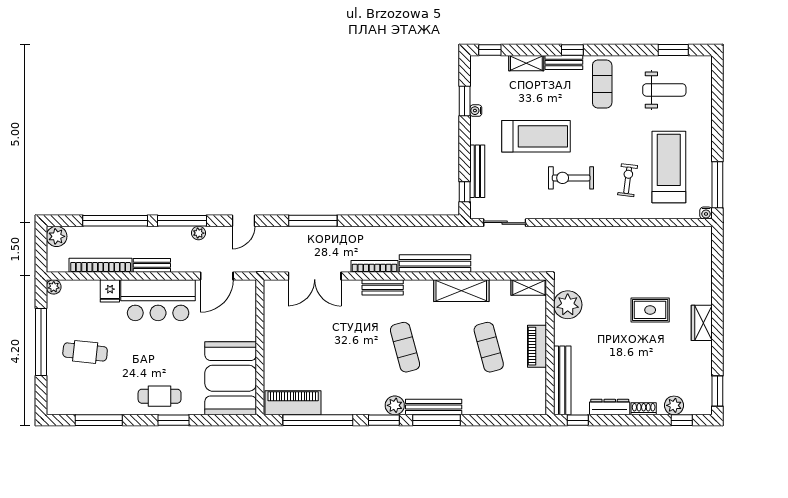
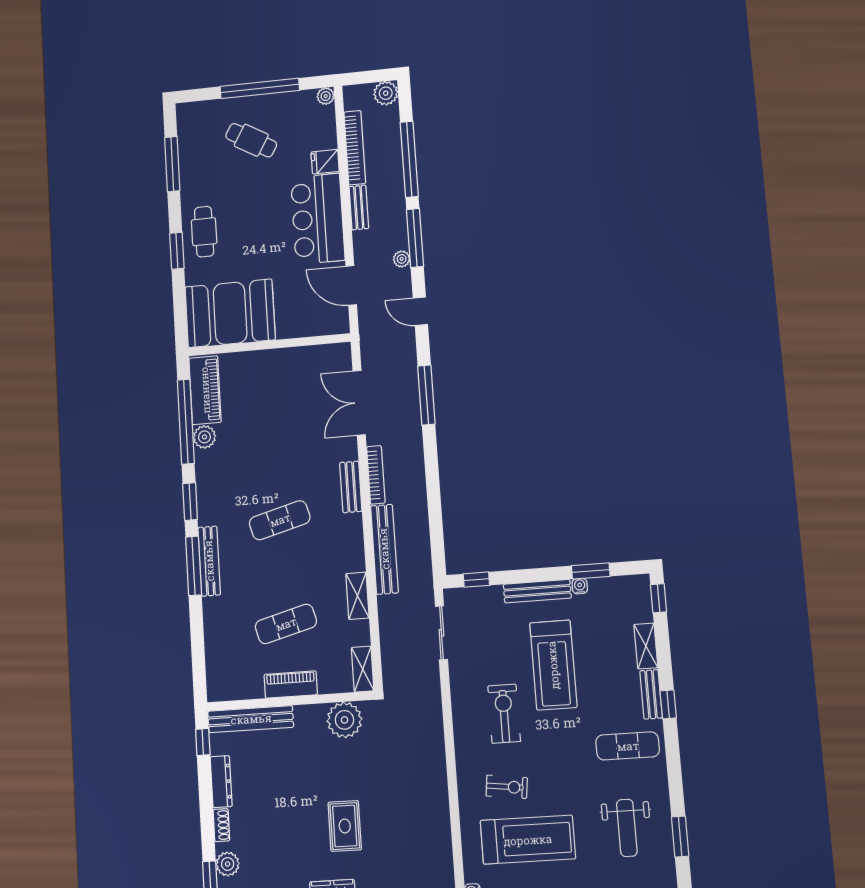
bench: (477, 171) -> (537, 591), moved
shelving: (461, 291) -> (357, 596), width x0.67, depth x0.75
cafe table: (85, 352) -> (251, 140), turned -66
plant: (395, 405) -> (204, 437), moved

